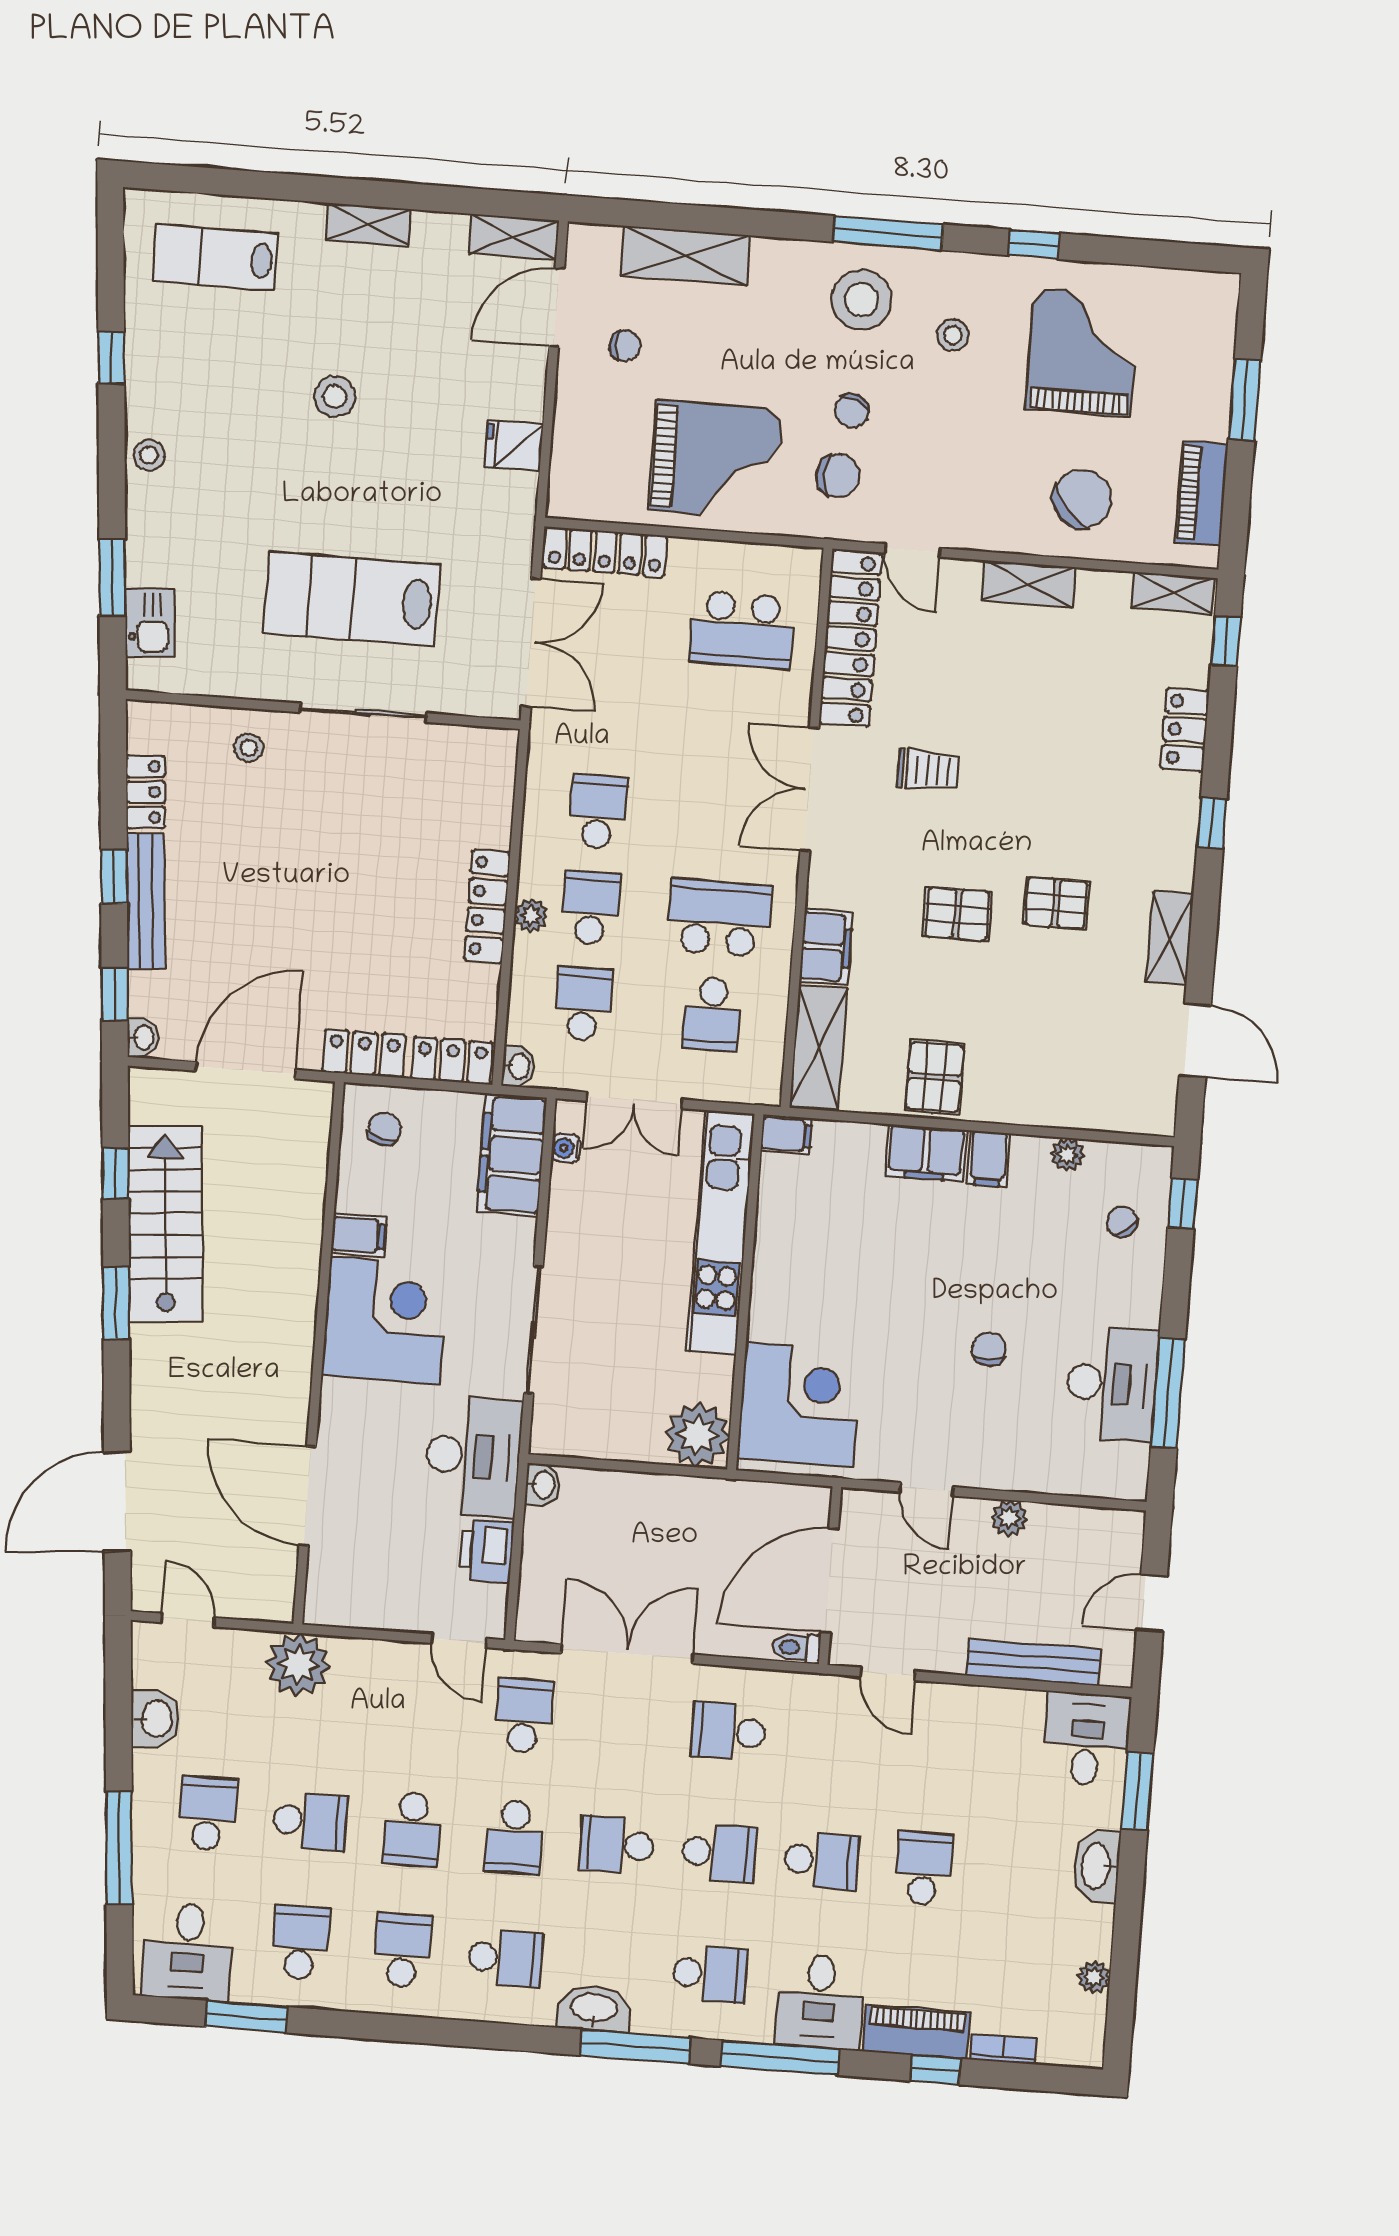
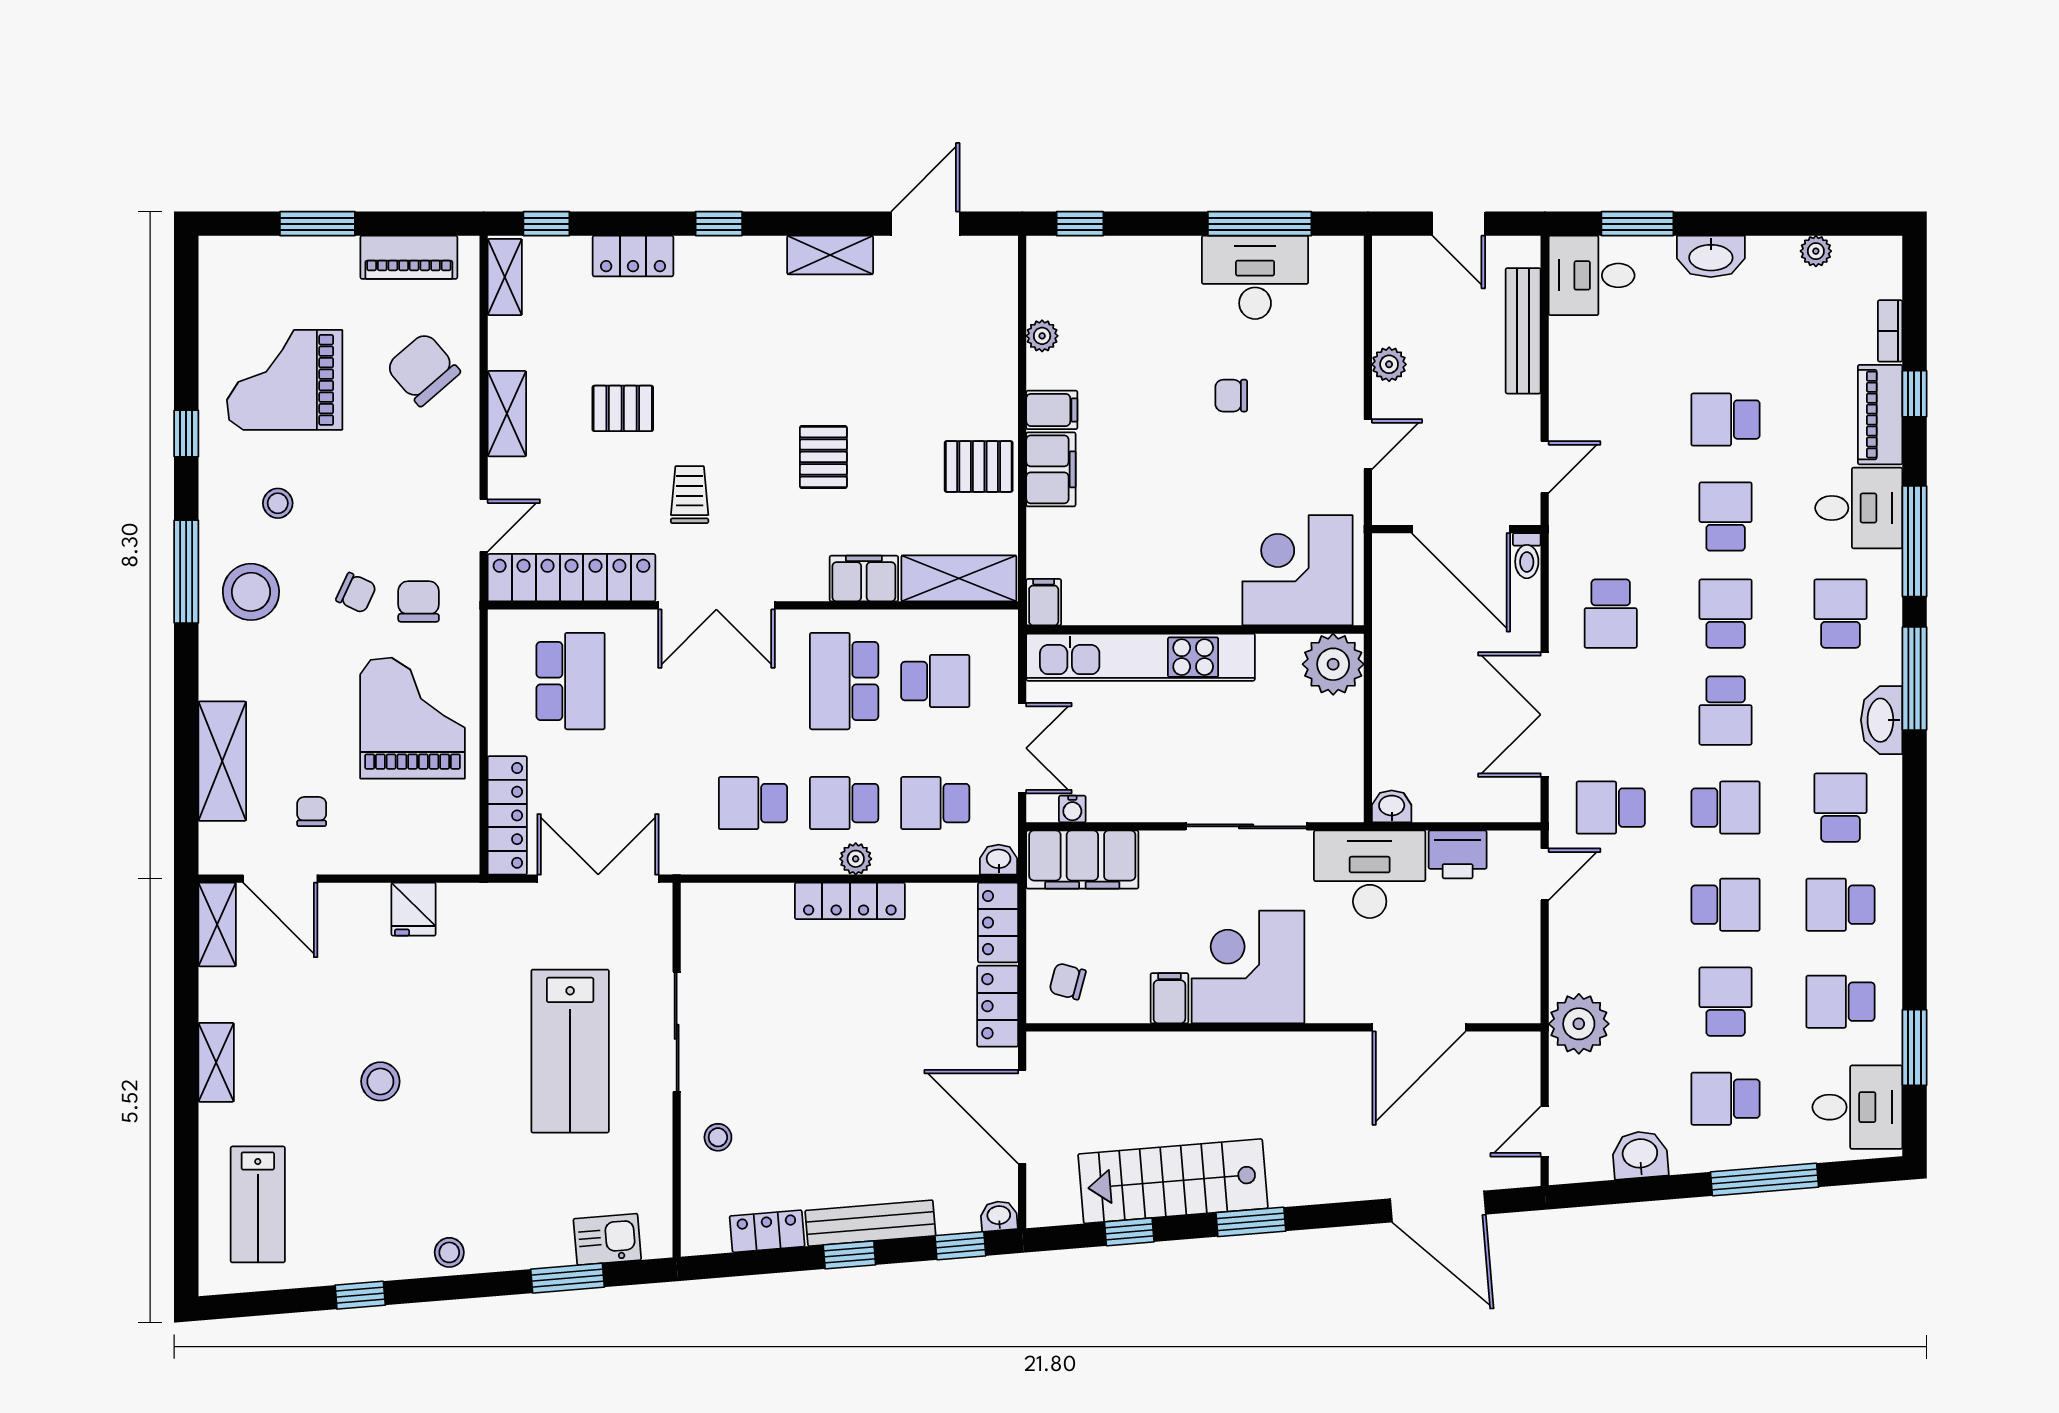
pallet: (1056, 903) -> (623, 408), moved, turned 90
chair: (1122, 1222) -> (1102, 279), removed

